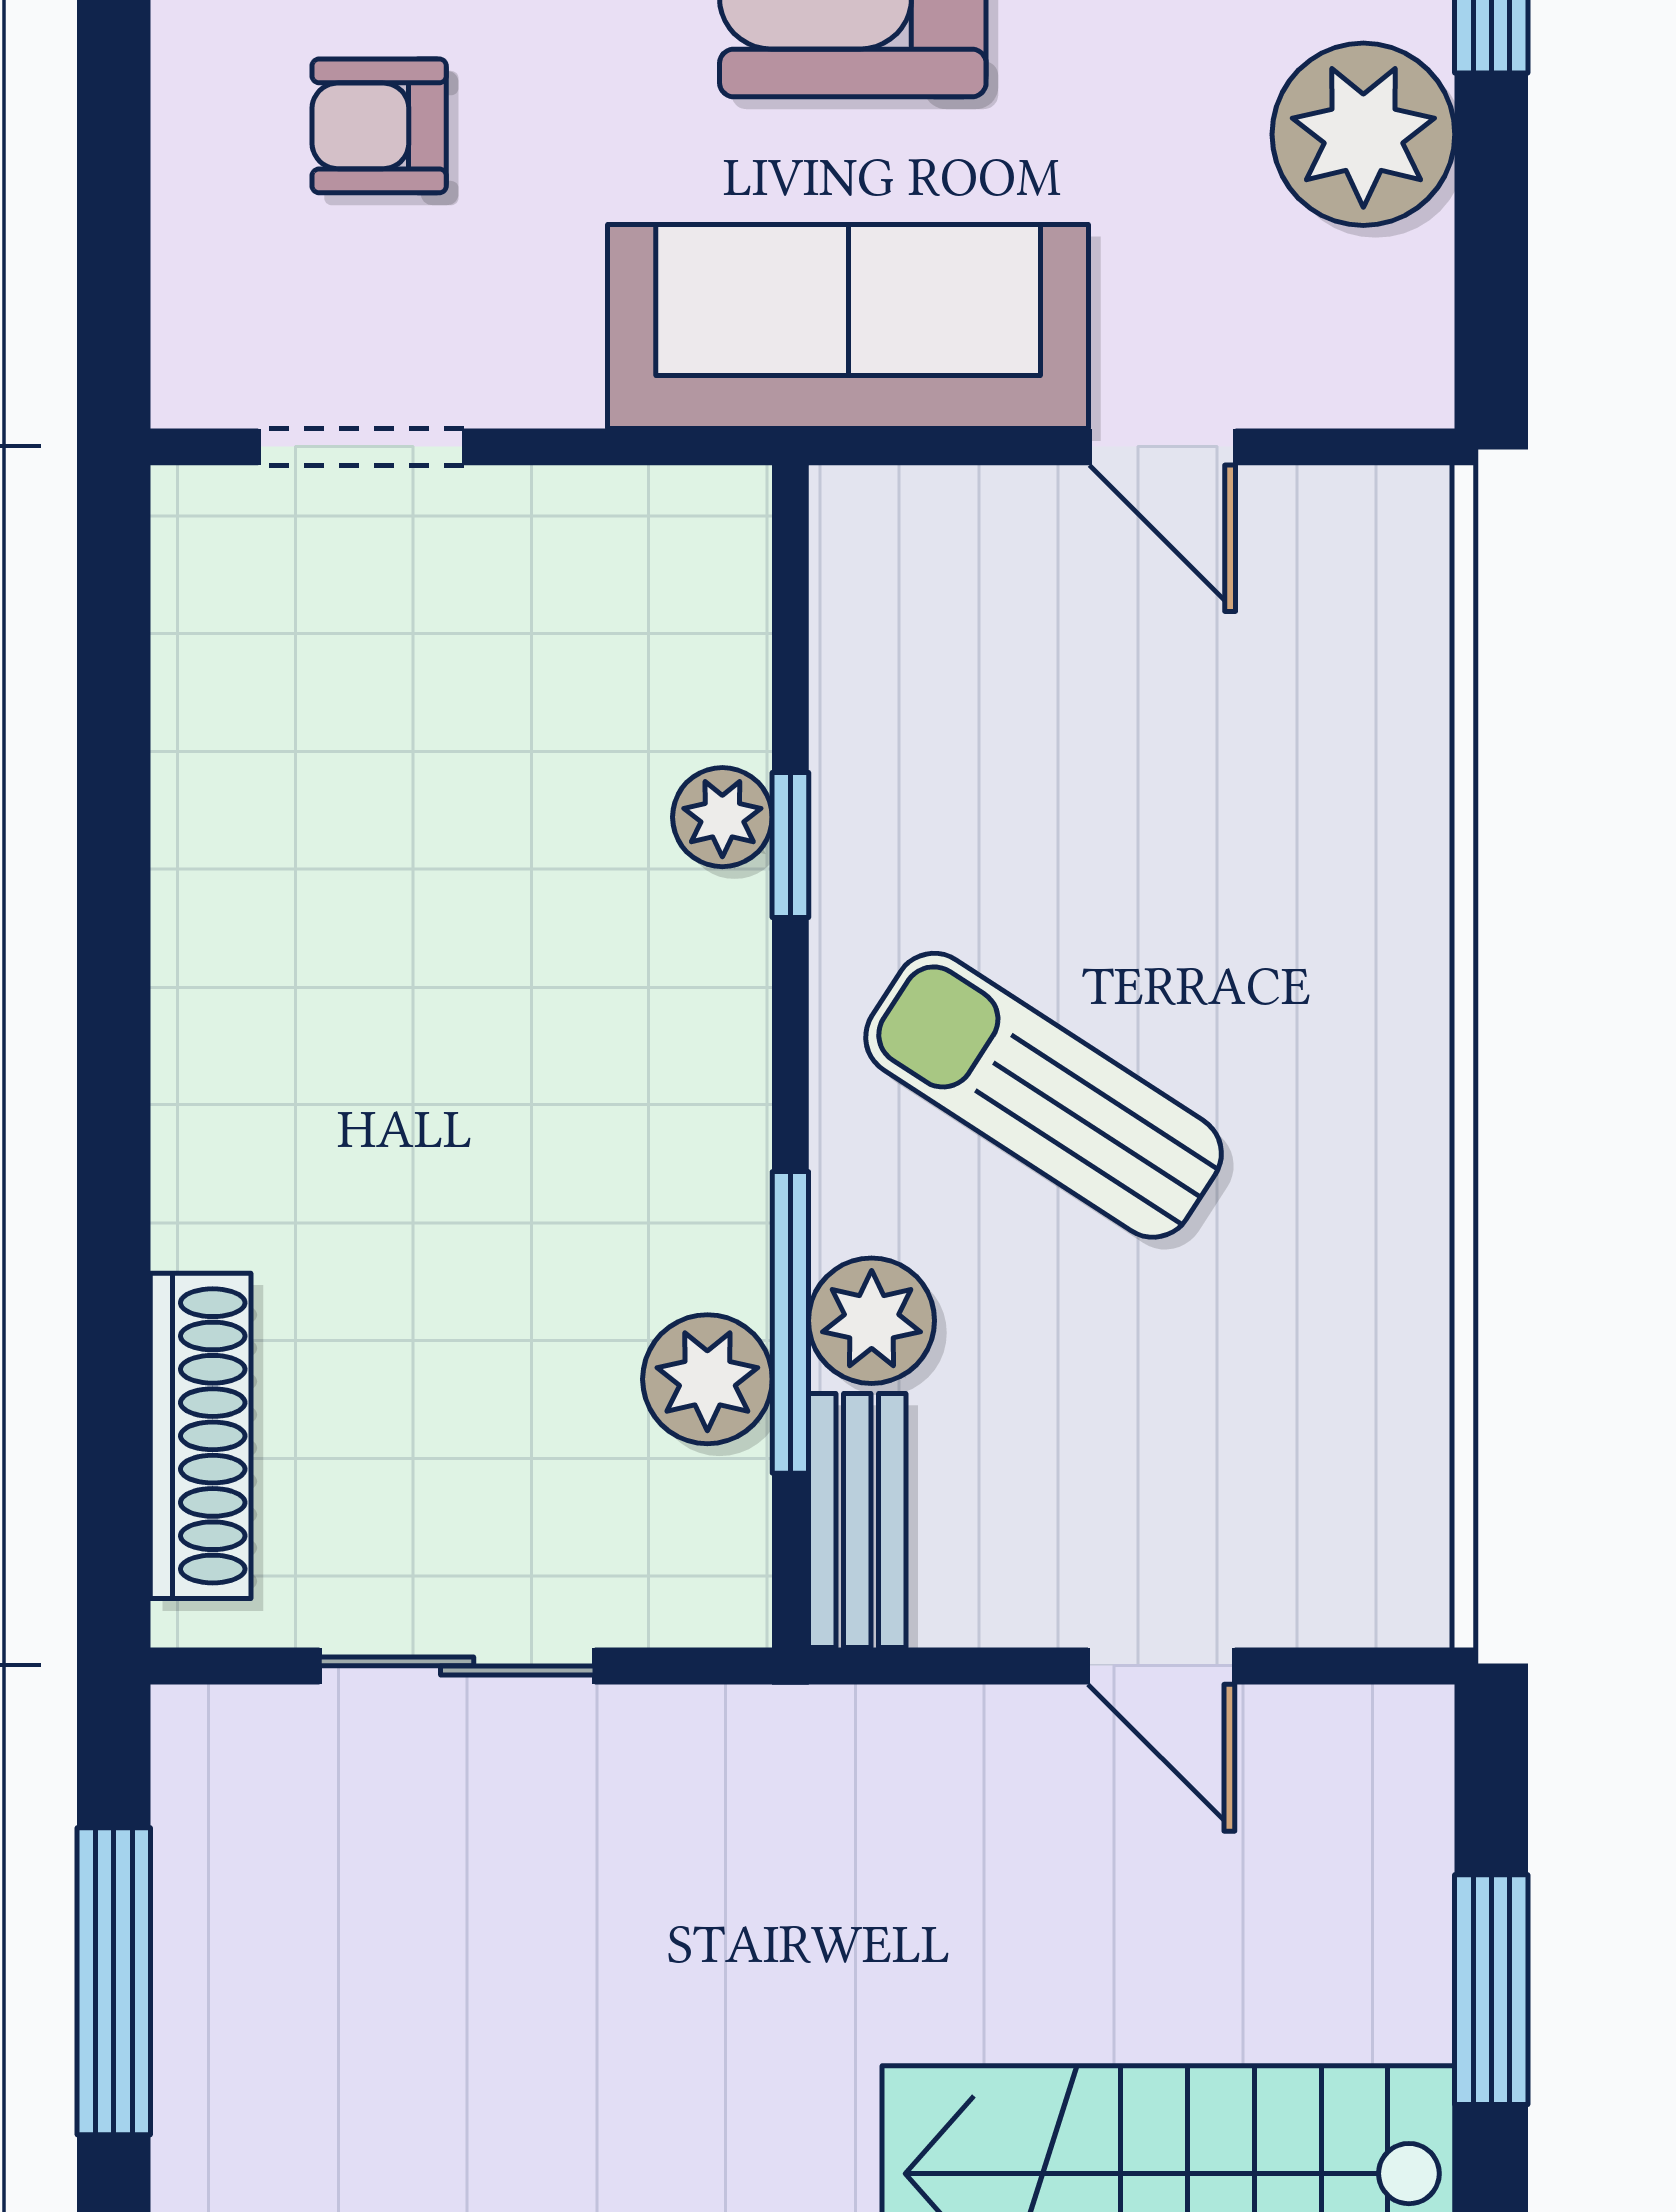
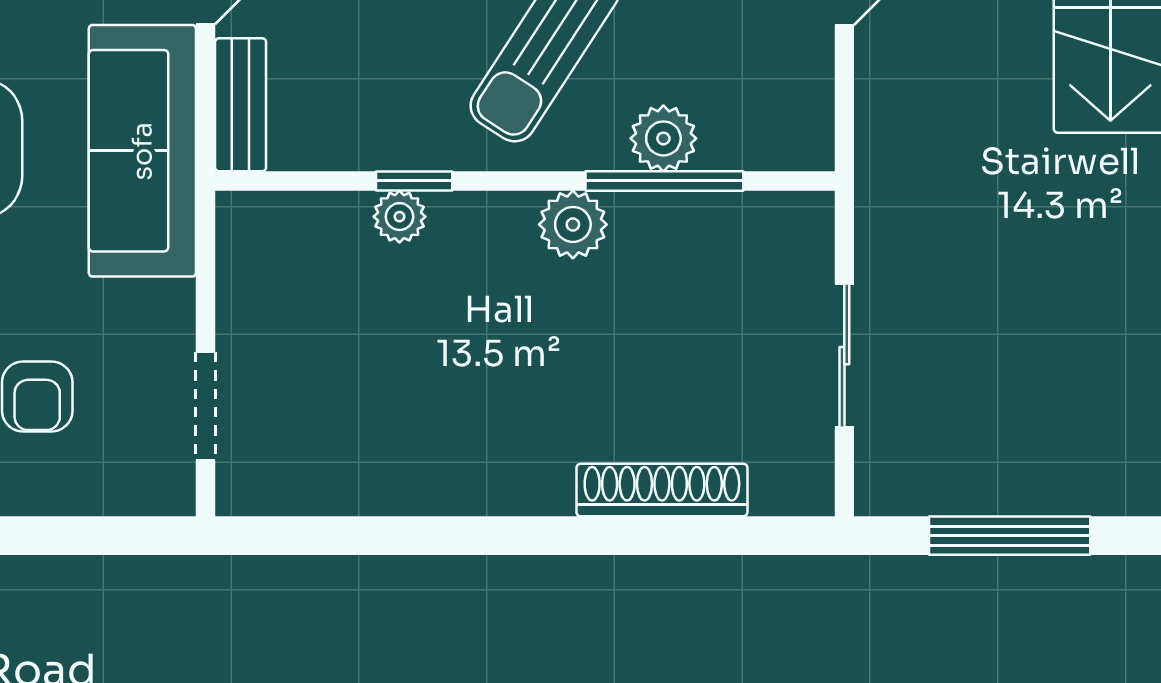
plant: (707, 1379) -> (573, 224), moved
shoe rack: (201, 1436) -> (662, 490), moved
bench: (857, 1520) -> (241, 105), moved, turned 90

